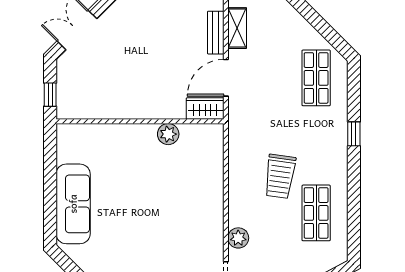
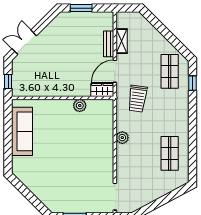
window: (354, 134) -> (192, 83), moved
trolley: (280, 176) -> (137, 99), moved
sofa: (73, 204) -> (22, 131), moved
plant: (238, 238) -> (122, 138), moved

